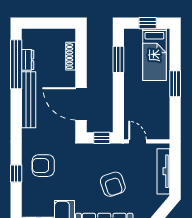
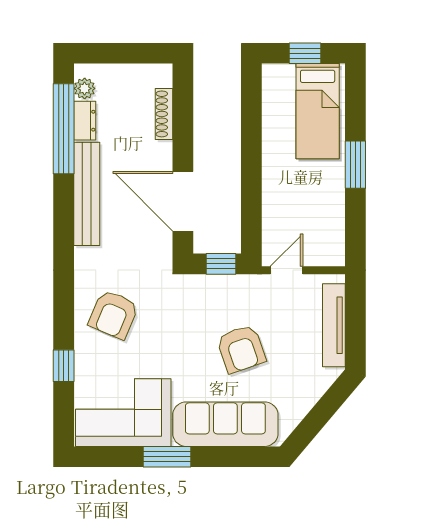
plant: (27, 42) -> (85, 88), added
window: (118, 59) -> (251, 120), removed
door: (137, 141) -> (286, 270), hinge flipped
armchair: (43, 166) -> (113, 315), turned -67
window: (16, 173) -> (64, 366), moved

